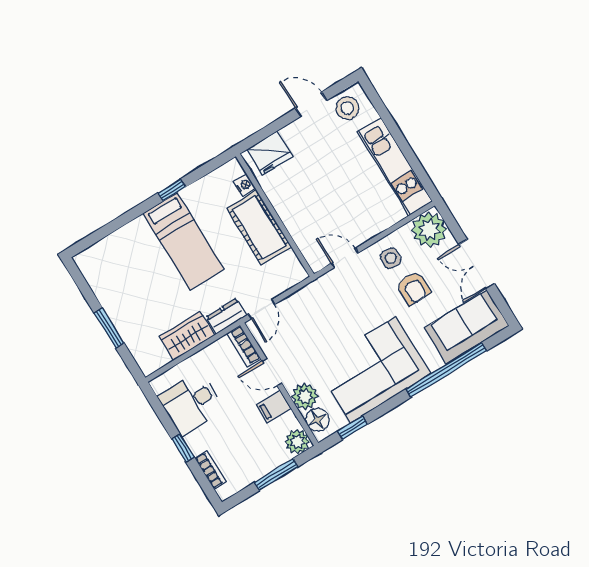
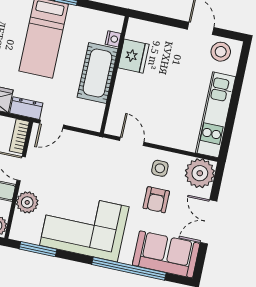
fridge: (270, 153) -> (134, 56), moved, turned -90
floor lamp: (318, 420) -> (21, 224), removed
window: (352, 428) -> (38, 249), width x1.50

